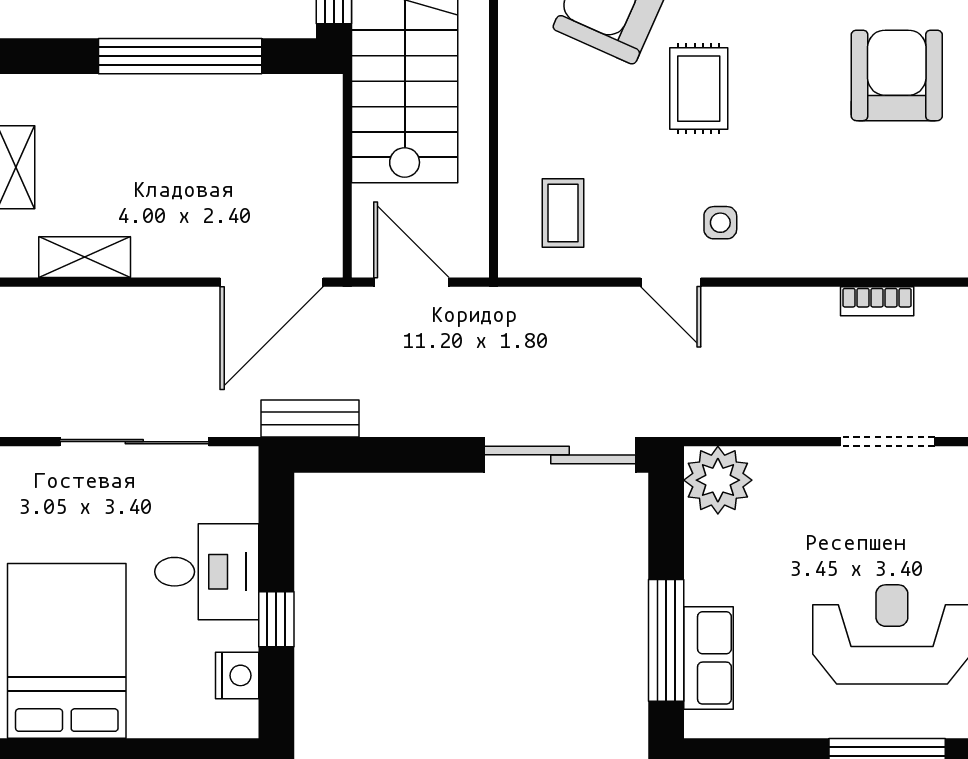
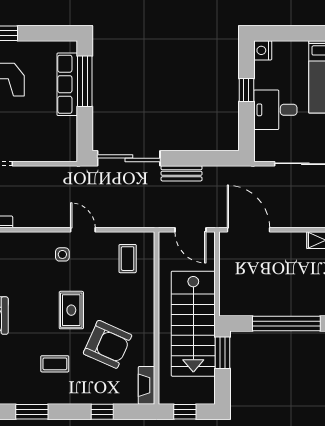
door: (272, 282) -> (248, 230), hinge flipped
bench: (310, 419) -> (182, 173), moved
plant: (718, 480) -> (63, 148), removed
row of seats: (708, 658) -> (67, 84), width x1.48
nightstand: (237, 675) -> (263, 50), moved

